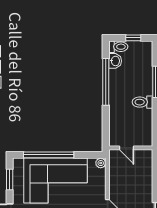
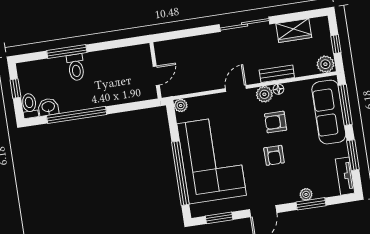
toilet: (142, 102) -> (76, 67), moved

